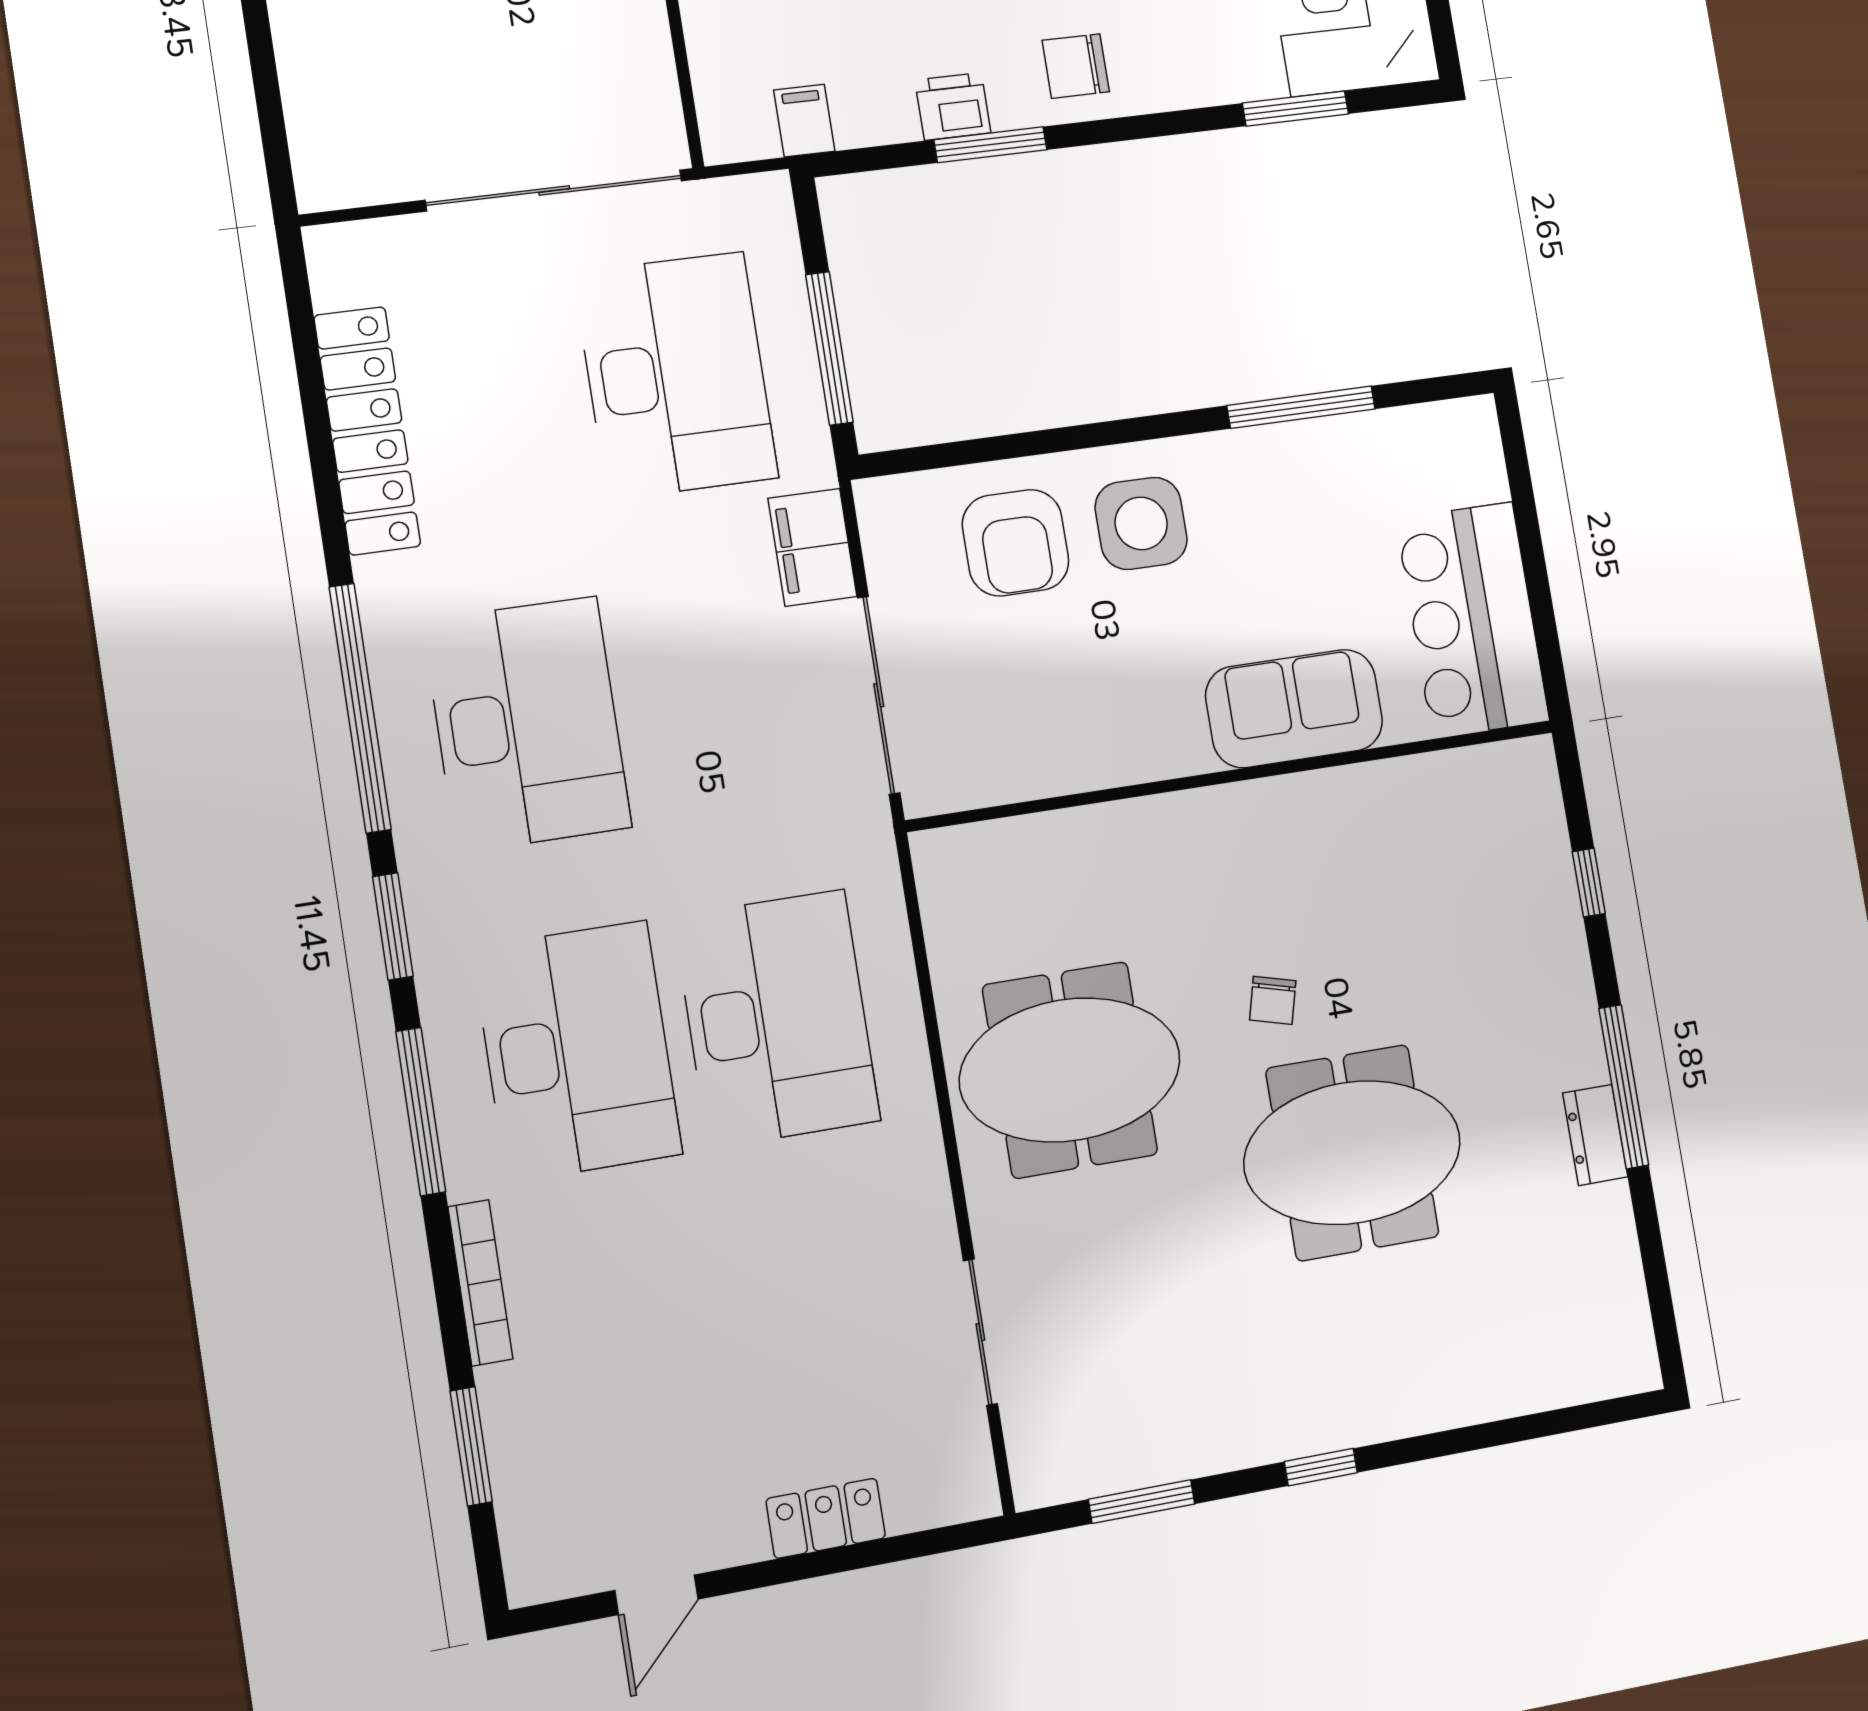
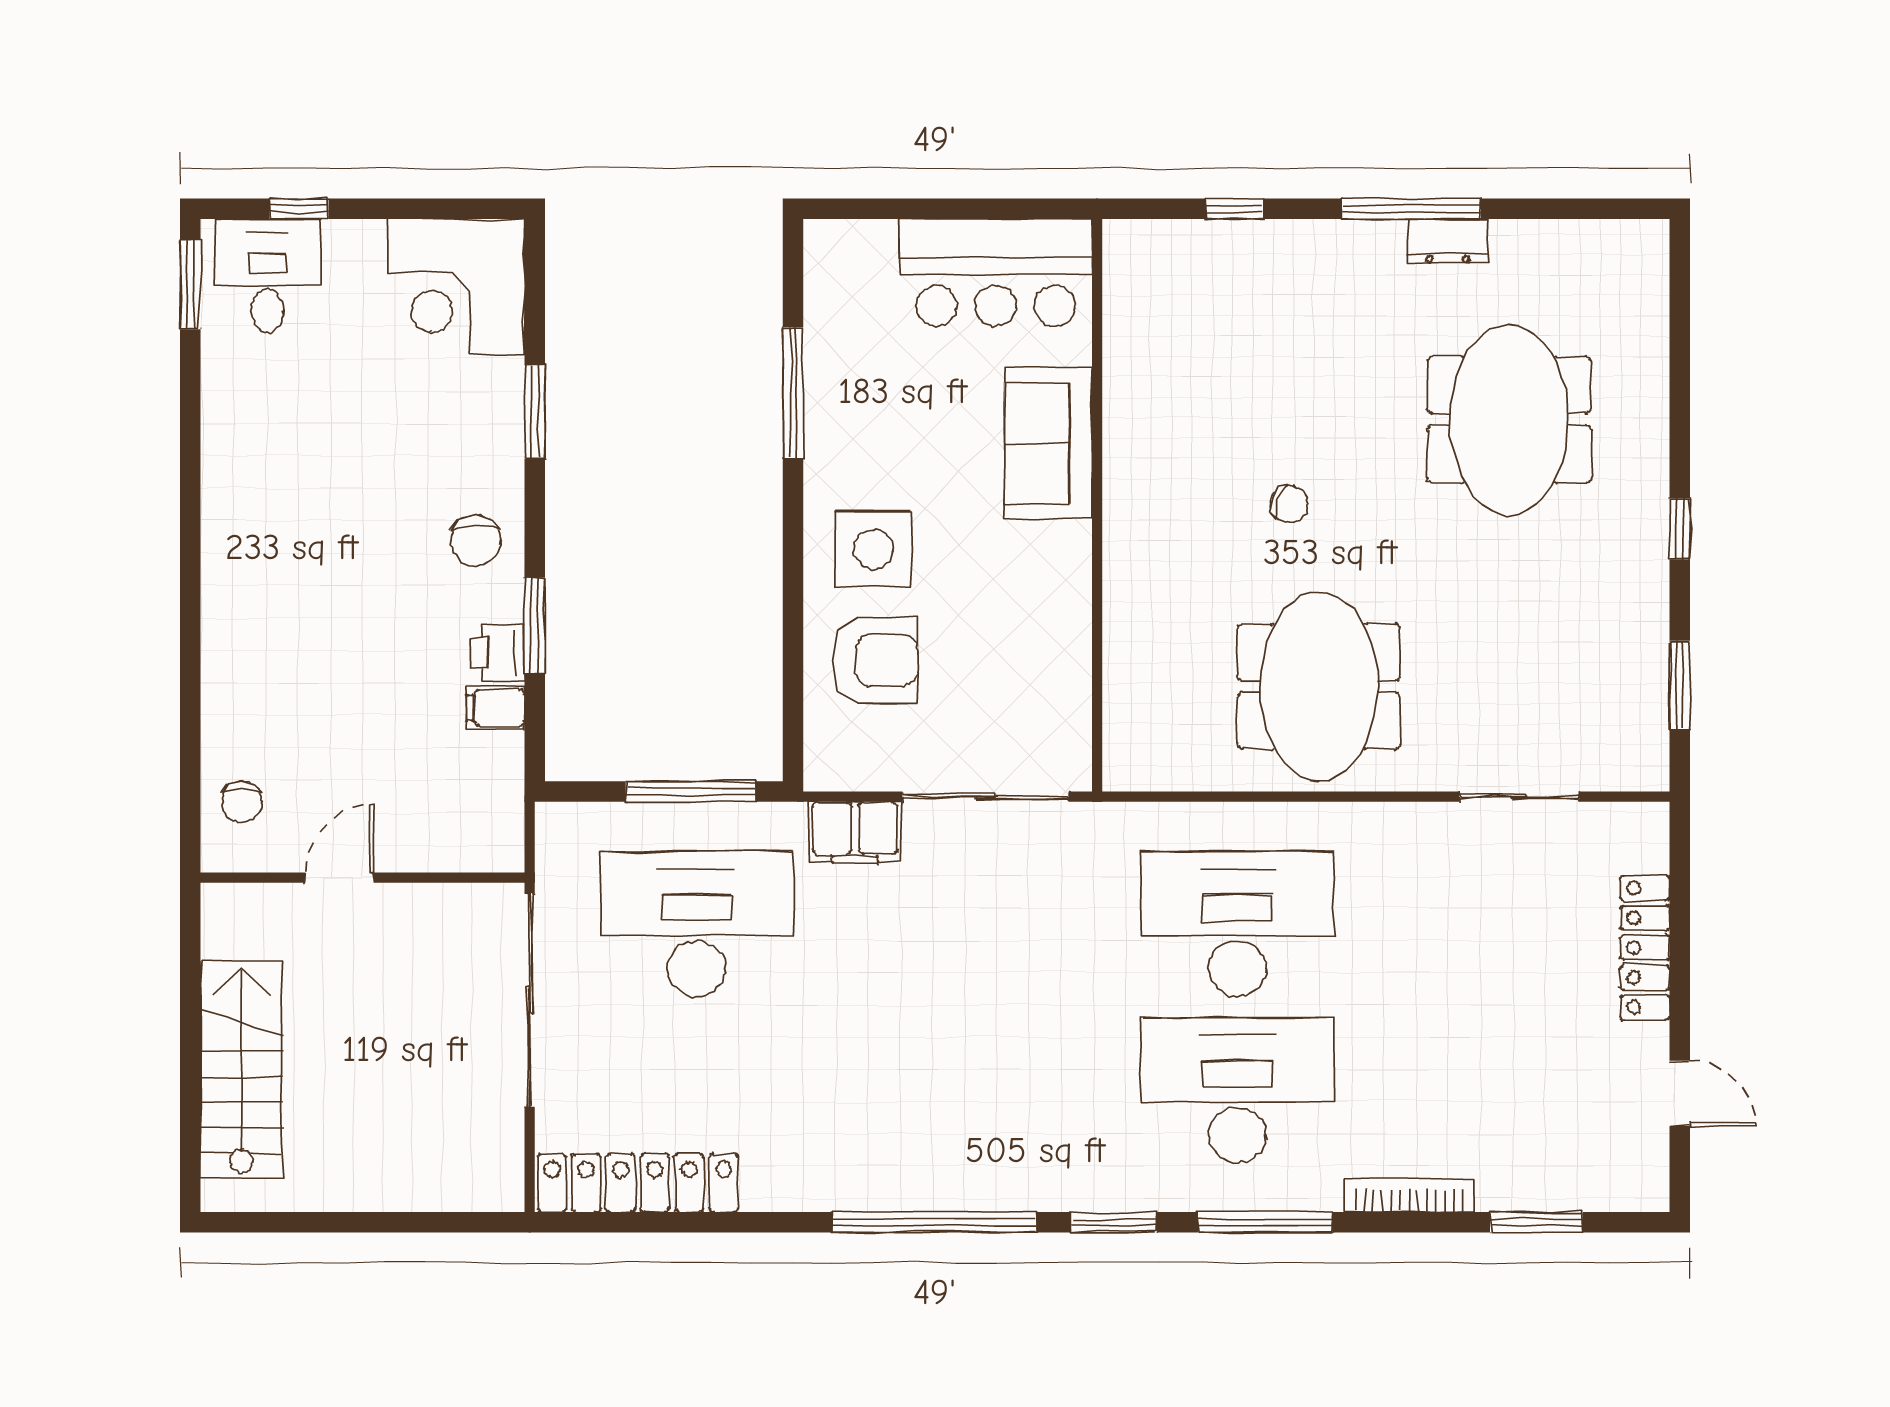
window: (1295, 109) -> (535, 412), moved
filing cabinet: (804, 121) -> (495, 708), moved
locker: (367, 431) -> (638, 1183), moved
desk: (527, 724) -> (967, 1090), removed
meeting table: (1352, 1153) -> (1509, 420), moved
locker: (826, 1518) -> (1645, 948), width x1.53

